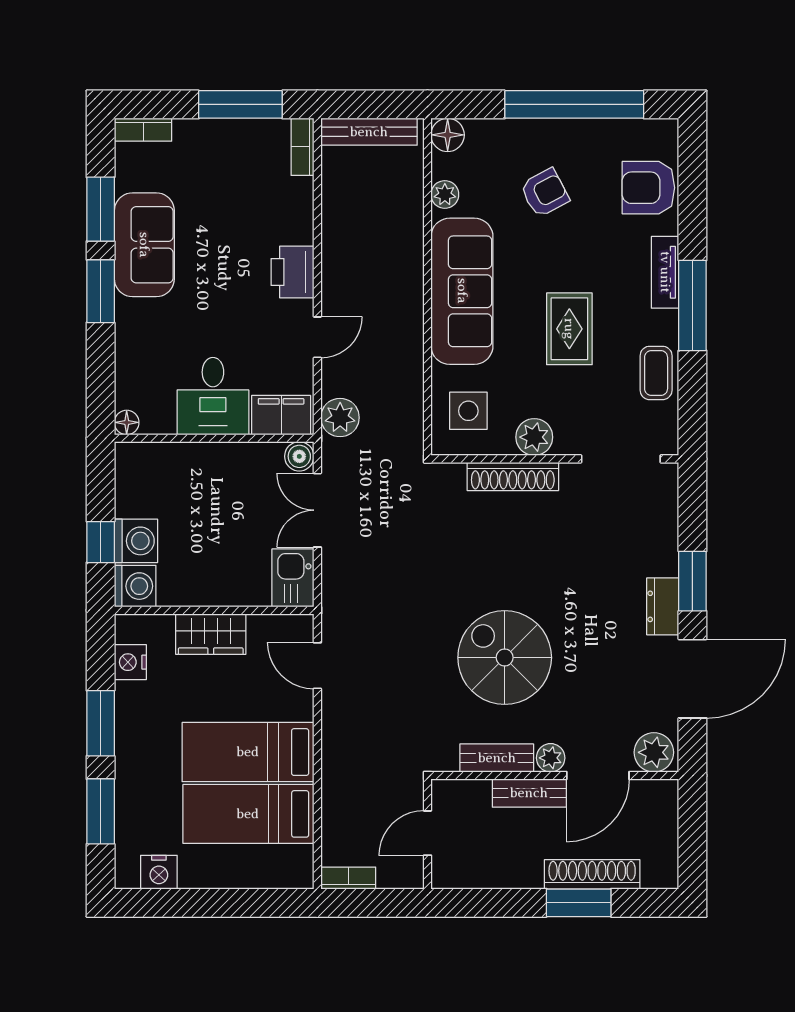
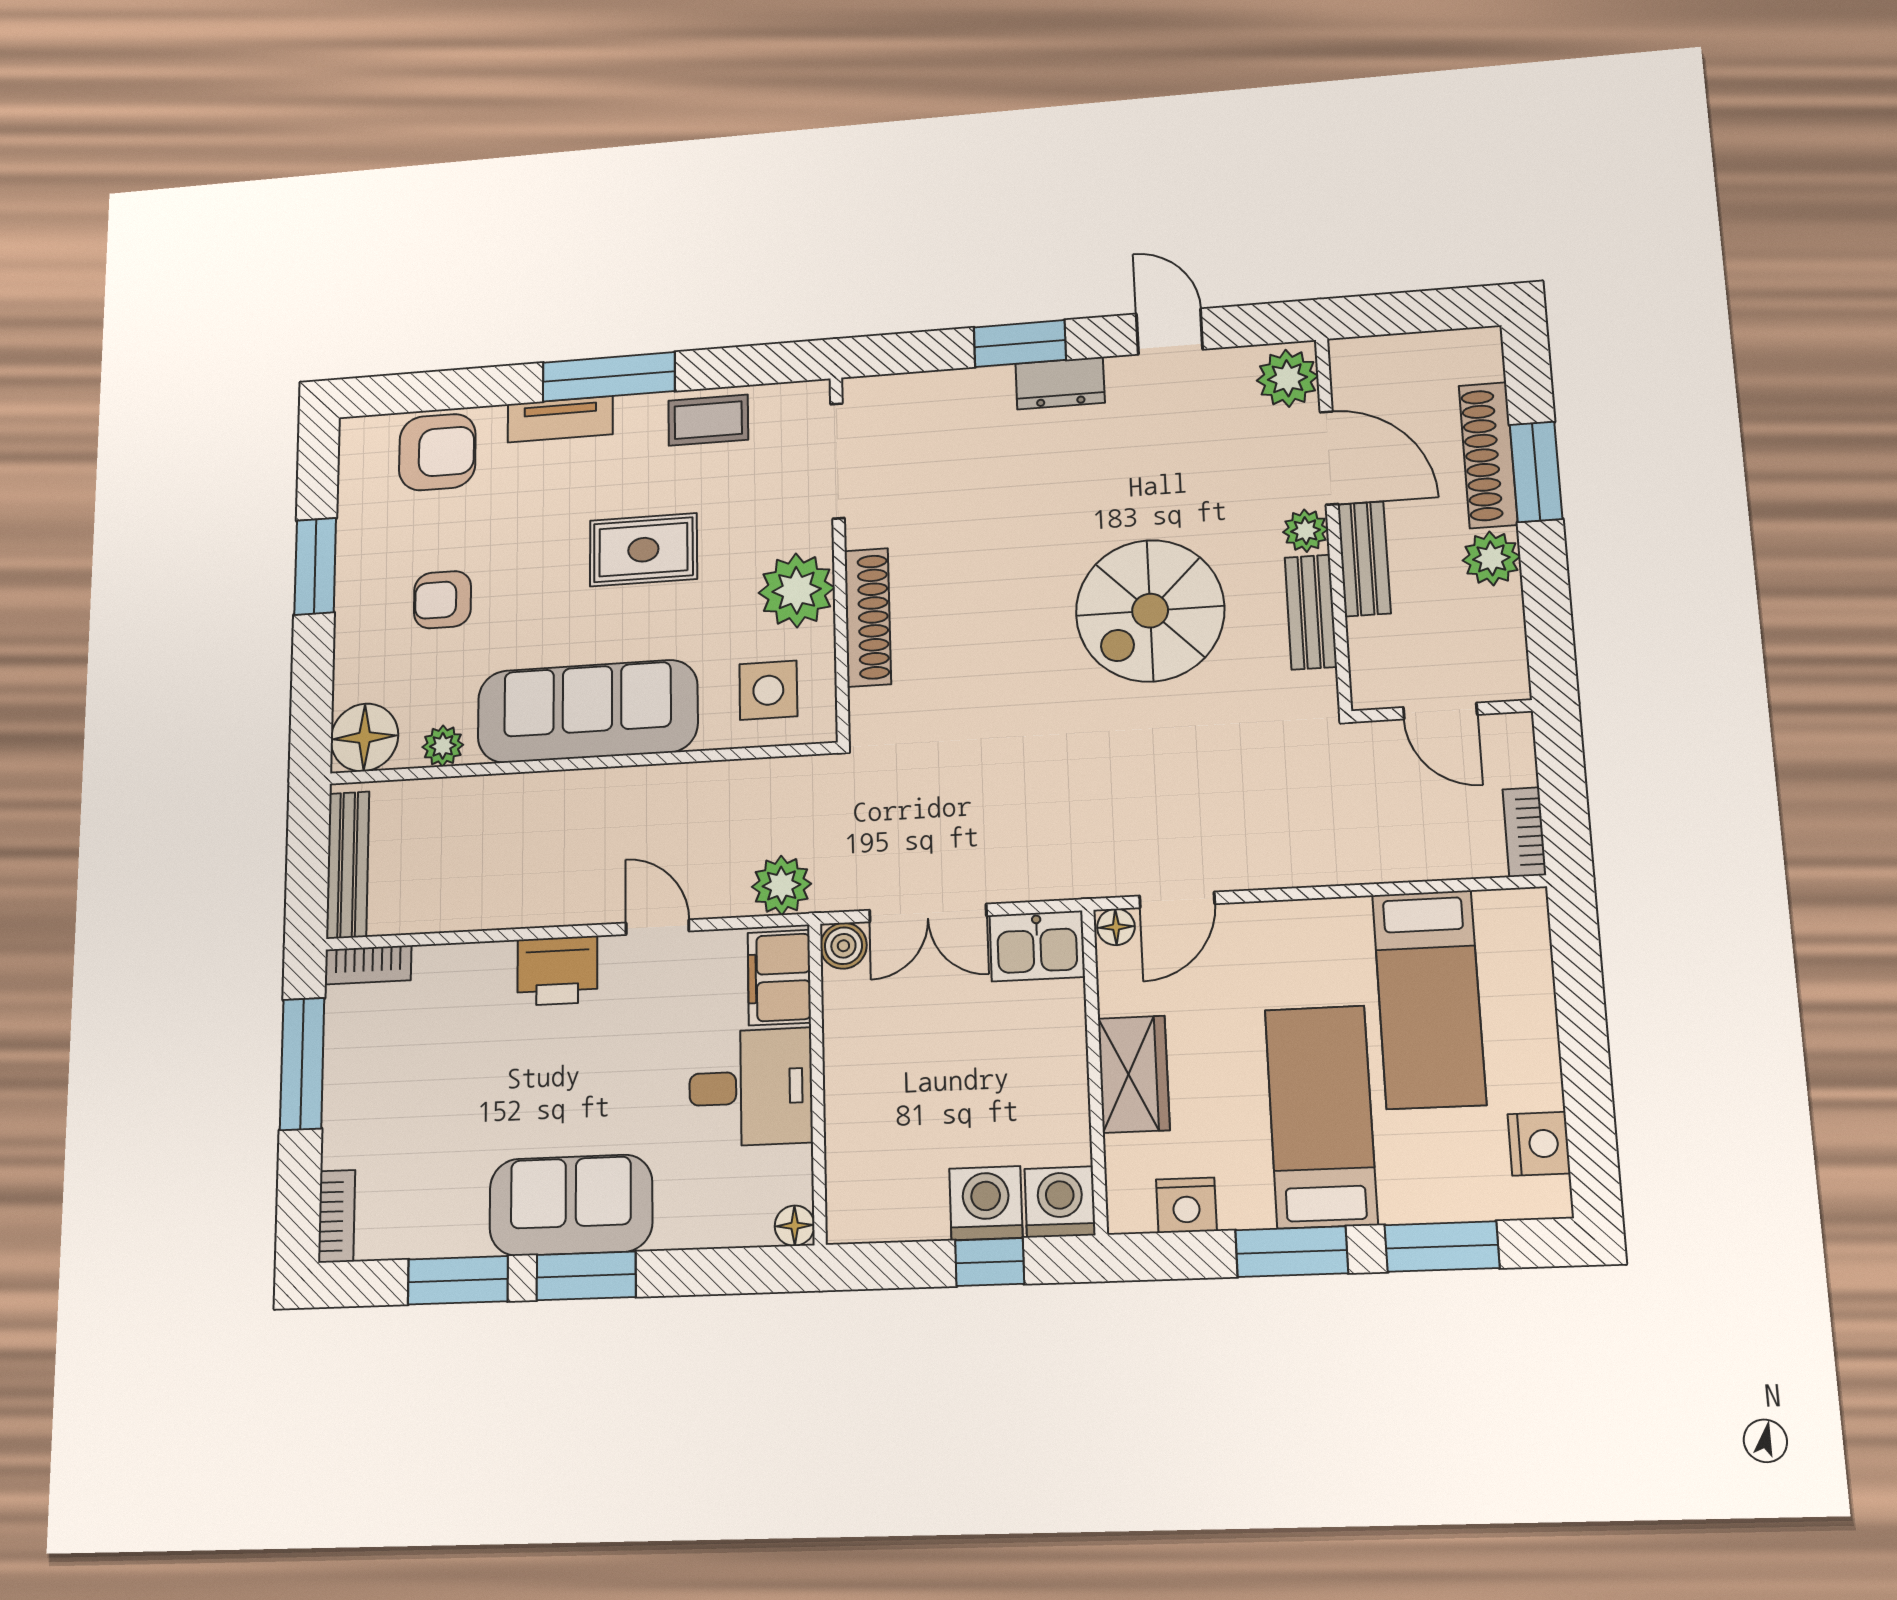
window: (574, 104) -> (315, 566), width x0.47
floor lamp: (448, 135) -> (364, 737), width x1.38, depth x1.38
armchair: (648, 188) -> (437, 452), turned -90
armchair: (545, 193) -> (442, 600), turned -62
sofa: (144, 245) -> (571, 1205), moved
plant: (534, 437) -> (797, 590), width x1.36, depth x1.36
floor lamp: (302, 627) -> (1116, 927), added
door: (692, 679) -> (1169, 332), width x0.53
bed: (248, 752) -> (1321, 1116), moved, turned 180
plant: (524, 871) -> (1491, 558), added

